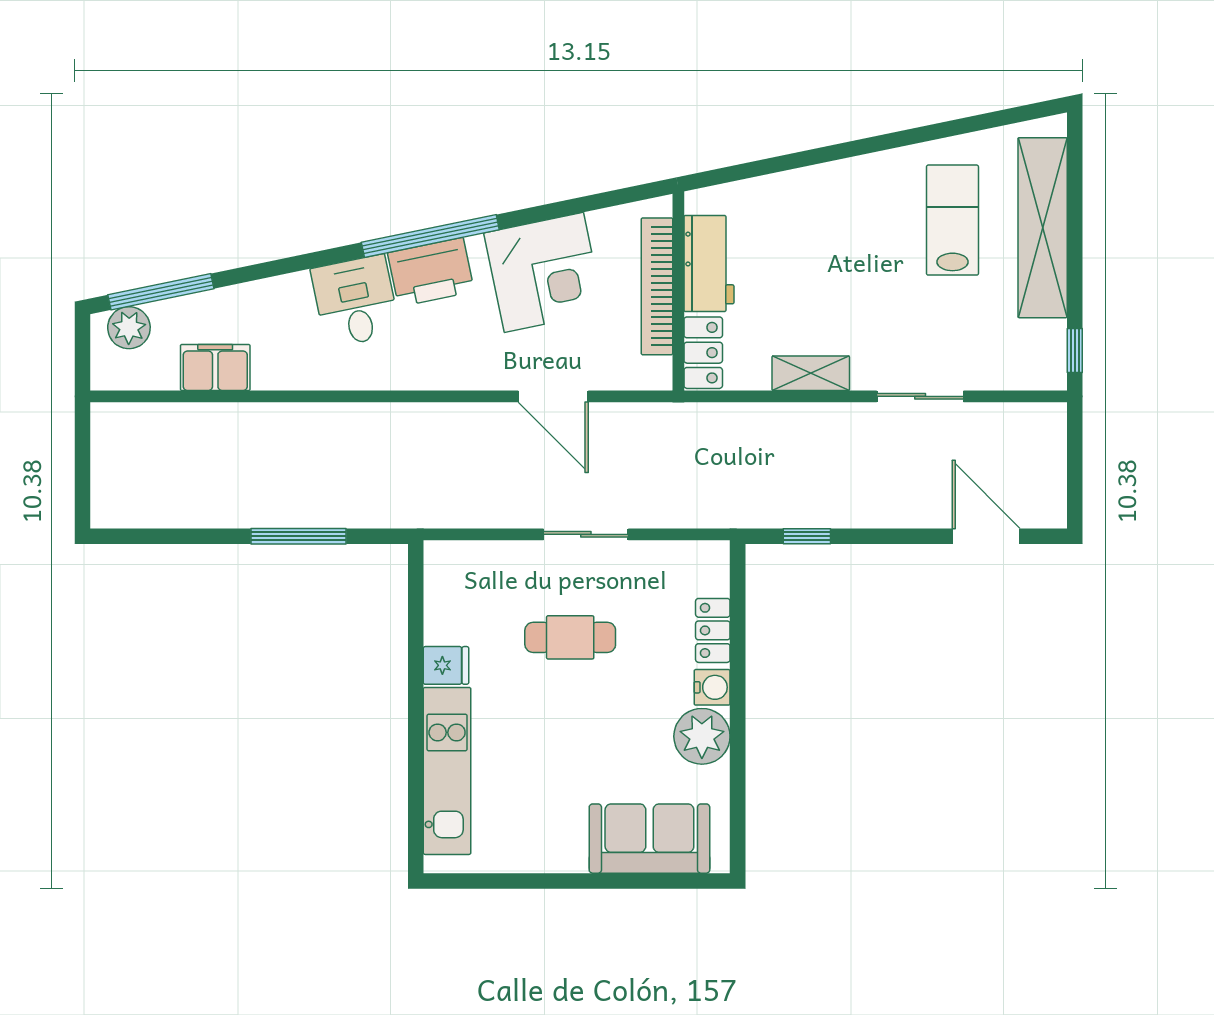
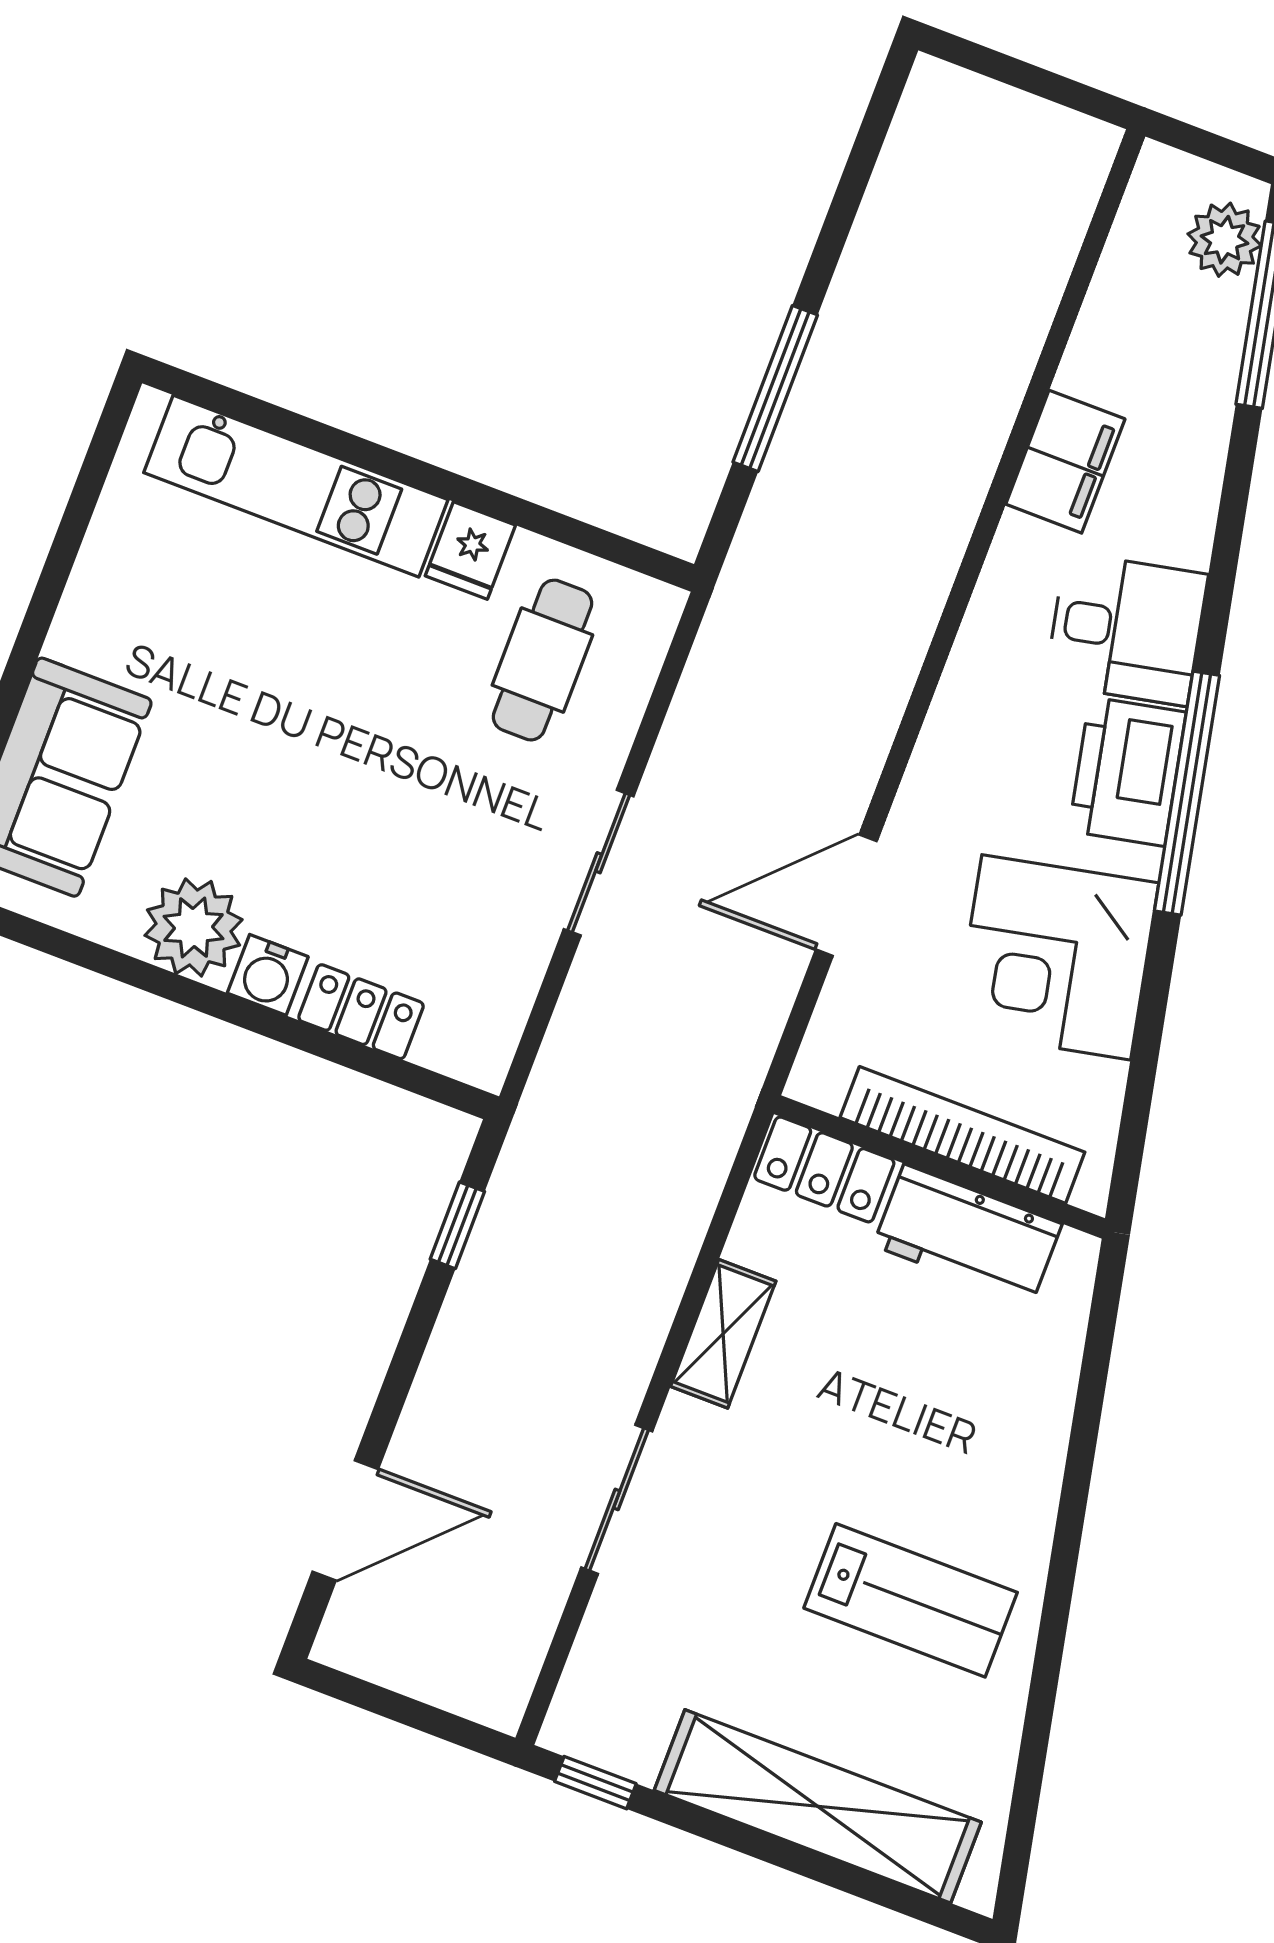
lab bench: (952, 220) -> (911, 1600), moved
filing cabinet: (215, 367) -> (1065, 462), moved
cafe table: (570, 637) -> (542, 660), moved

